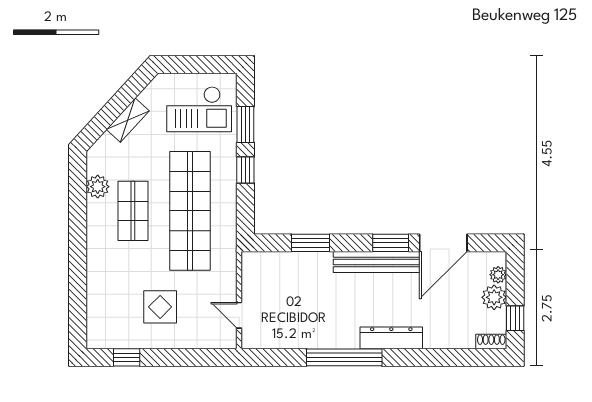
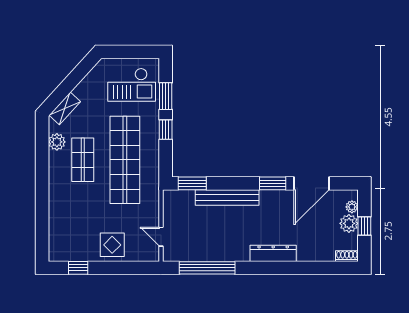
shelving: (128, 120) -> (65, 108), moved
window: (310, 243) -> (192, 183), moved
bench: (376, 262) -> (227, 197), moved
display table: (160, 307) -> (112, 245), moved
window: (515, 318) -> (364, 226), moved
window: (344, 357) -> (207, 268), moved

